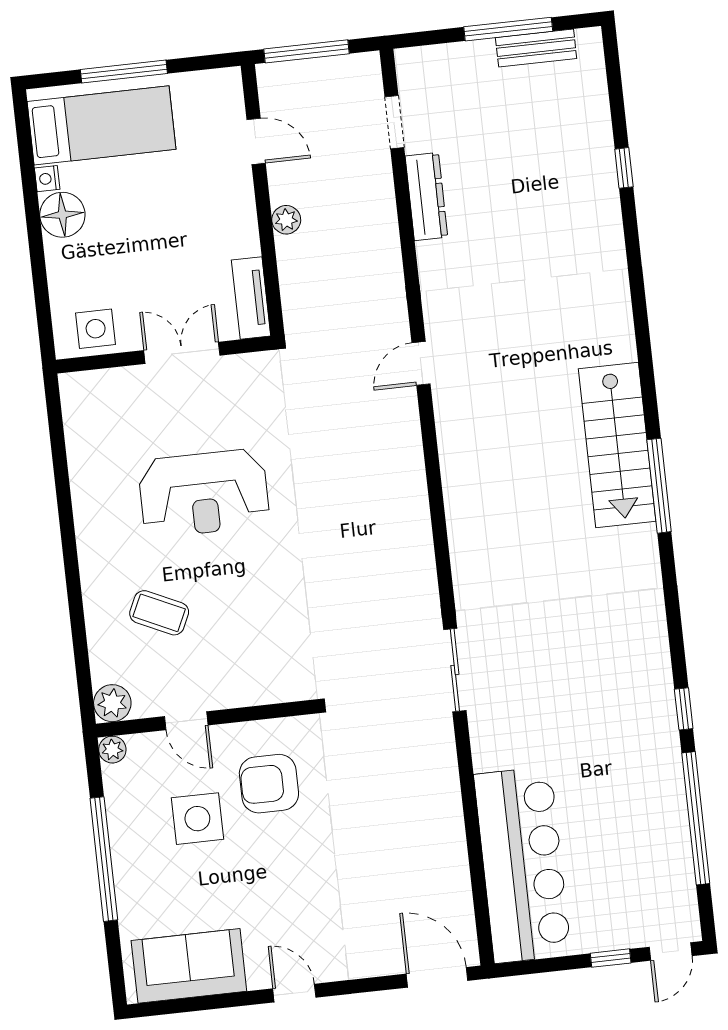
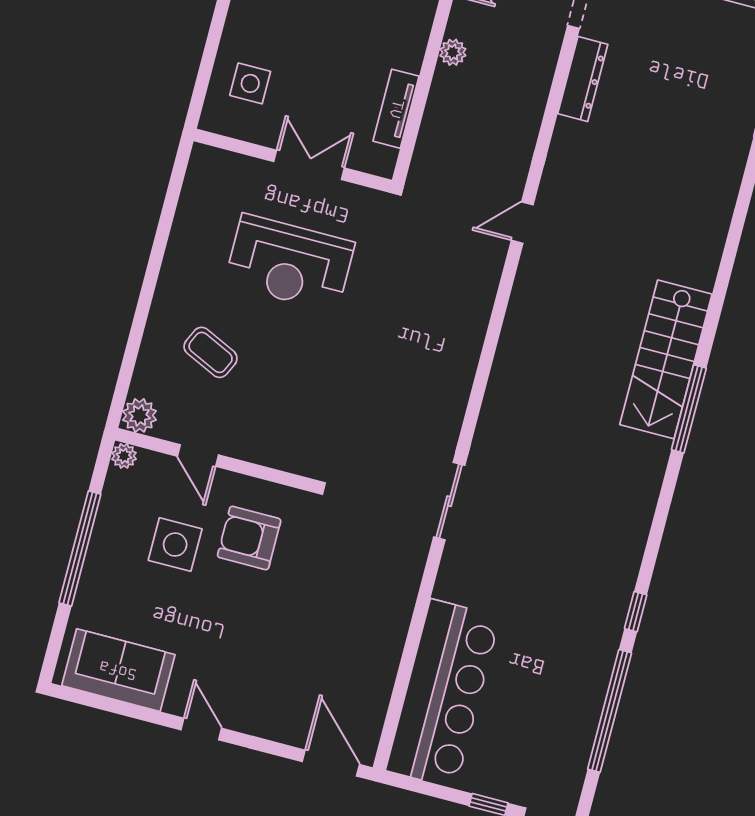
double door: (182, 353) -> (309, 165), moved
wall: (164, 355) -> (293, 161), moved

